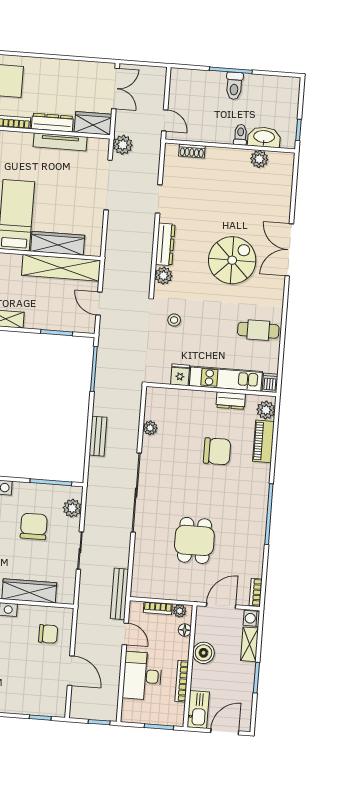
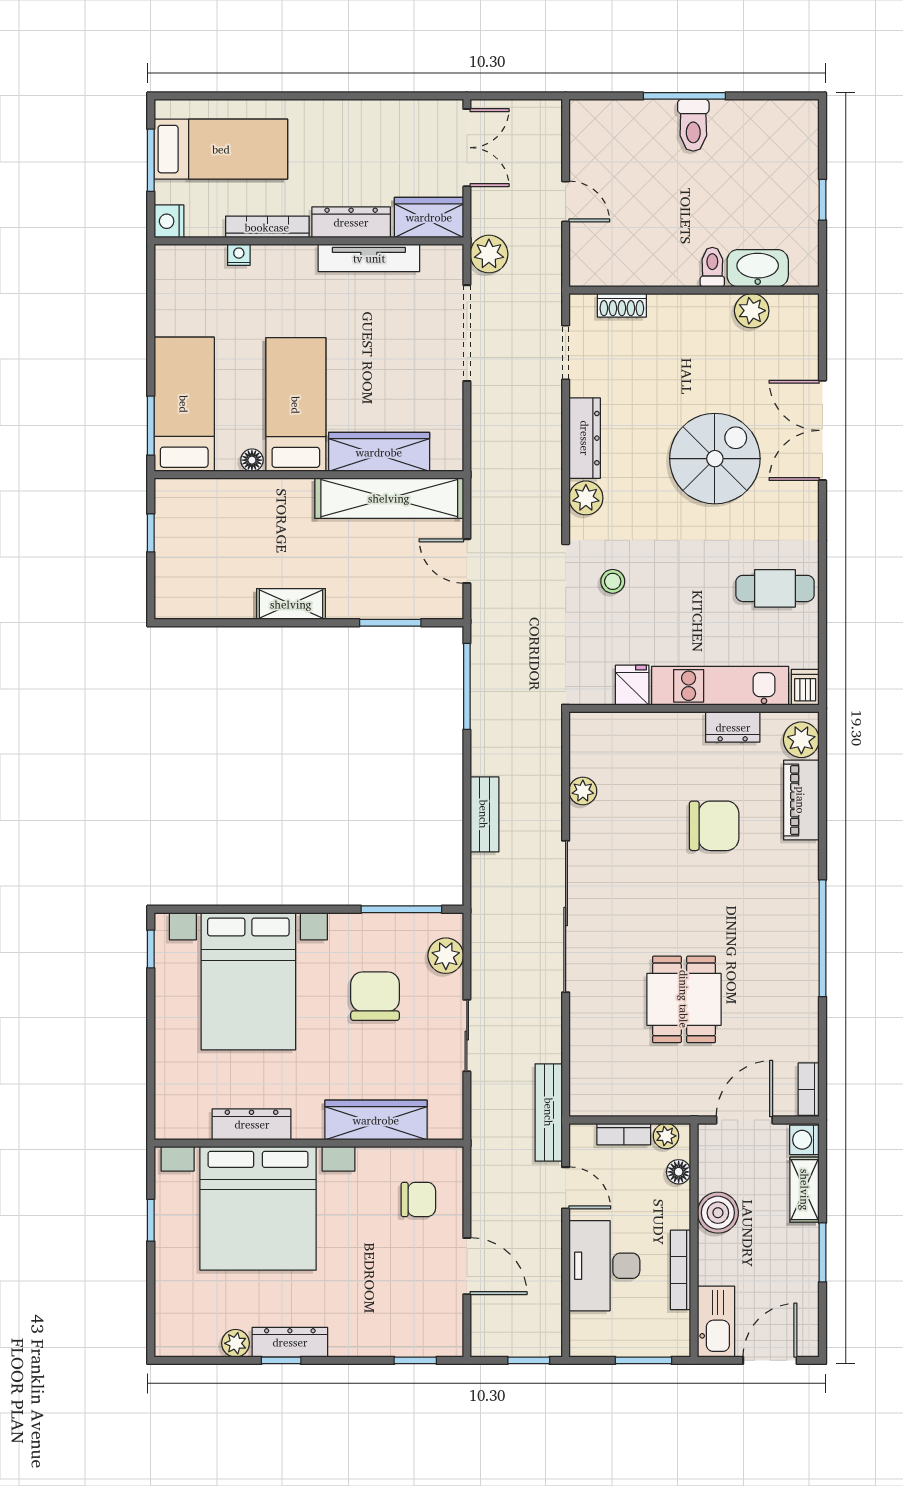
toilet: (240, 135) -> (712, 267), moved
washbasin: (264, 137) -> (758, 268), moved
wall: (230, 146) -> (694, 290), moved
shoe rack: (192, 151) -> (622, 305), moved
plant: (259, 159) -> (752, 311), moved

